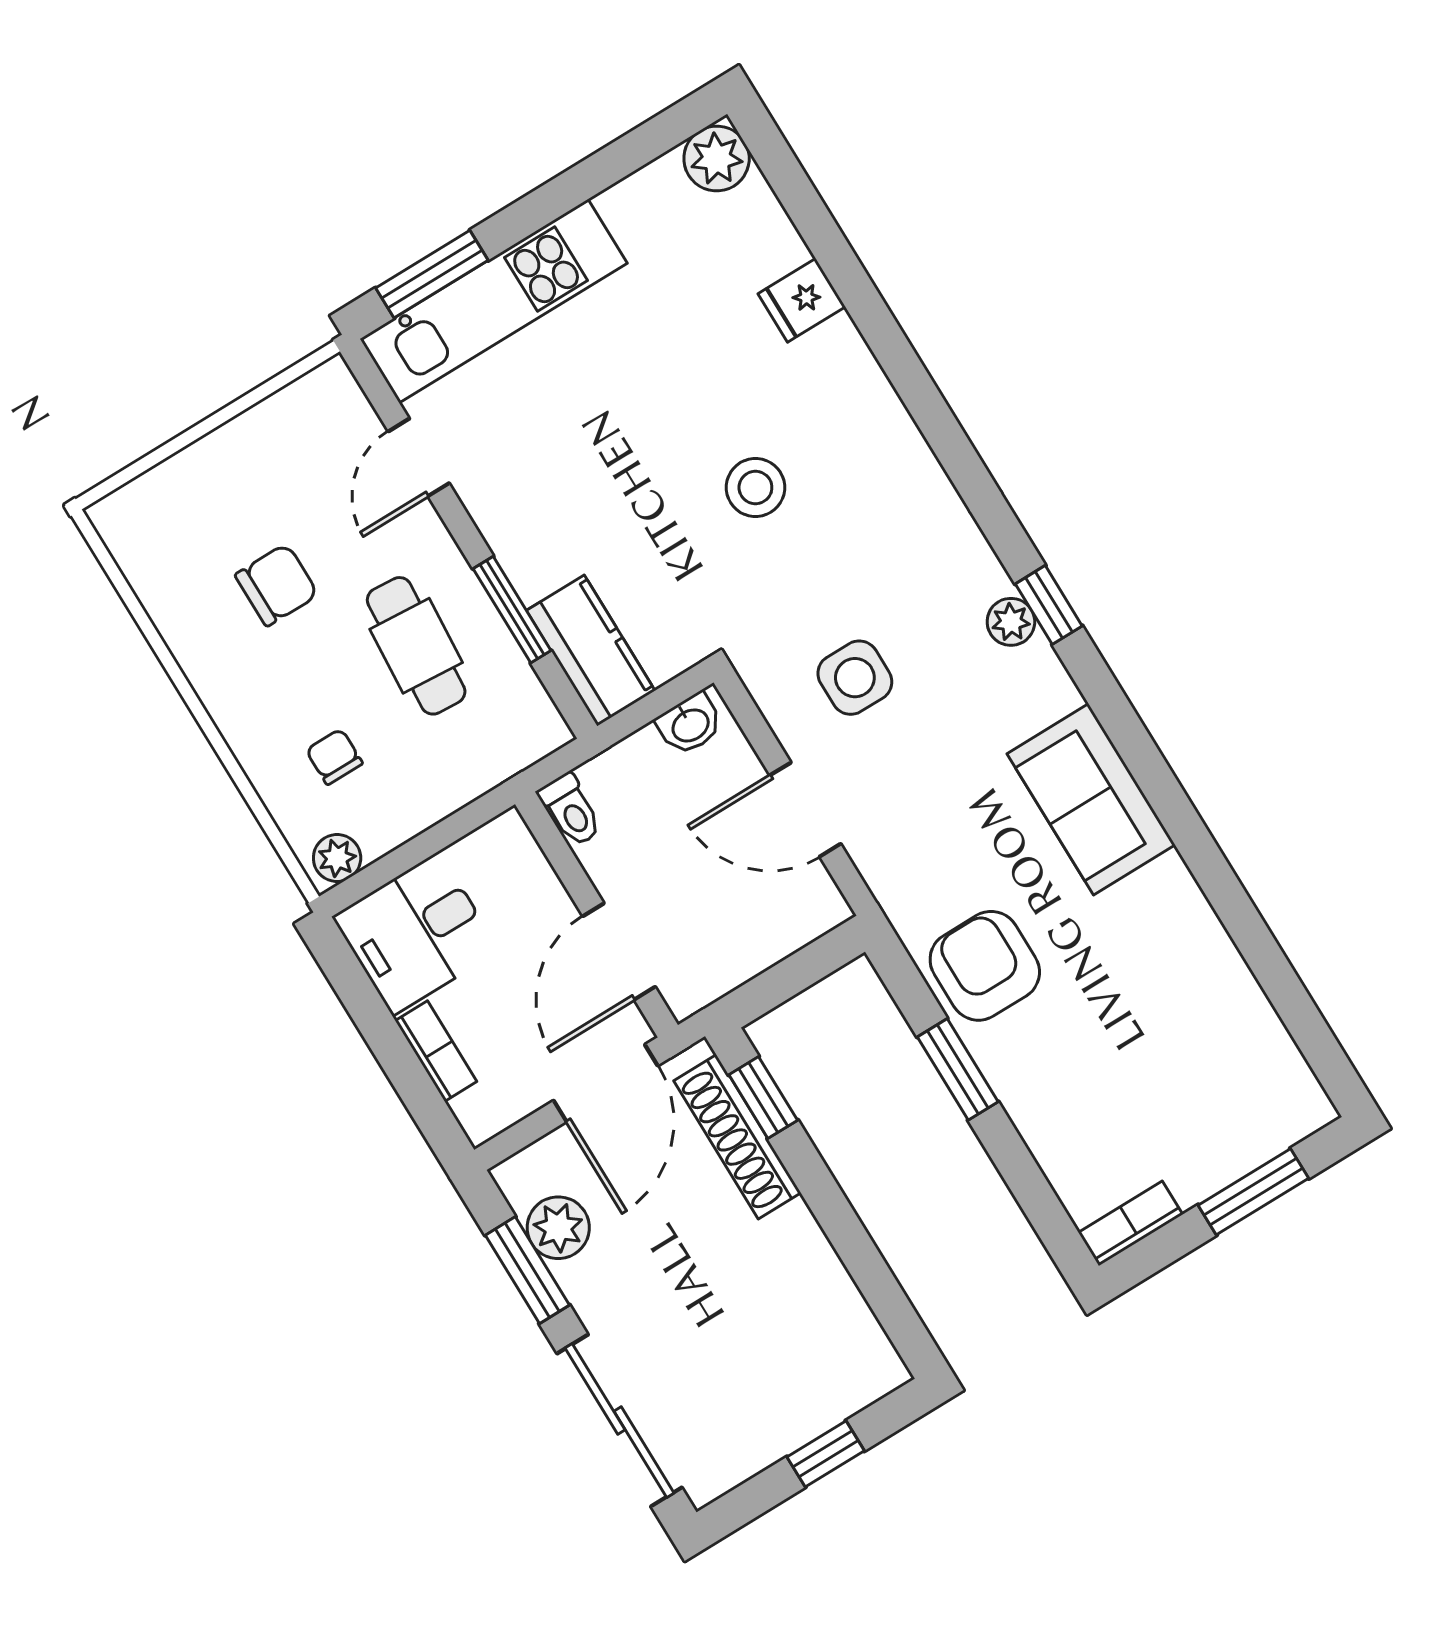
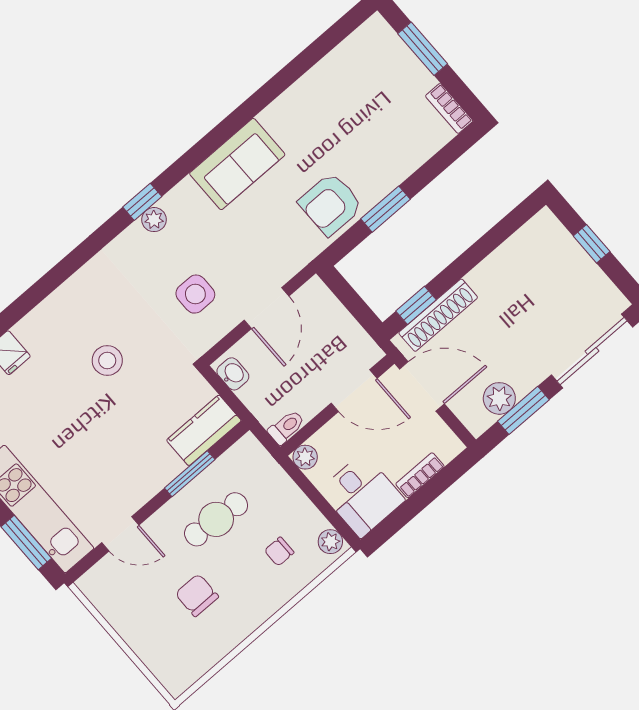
plant: (507, 836) -> (305, 457), added

